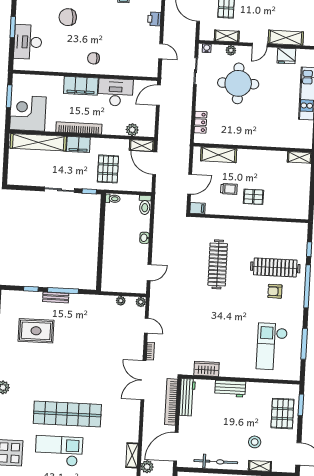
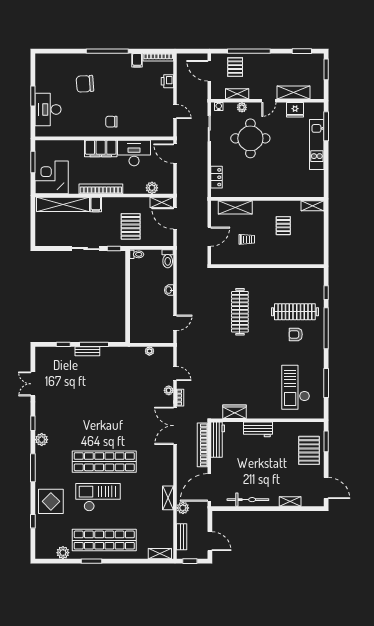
door: (158, 95) -> (175, 154), hinge flipped
filing cabinet: (78, 144) -> (96, 204), width x0.50
pallet: (253, 197) -> (283, 226), moved, turned 90
filing cabinet: (198, 208) -> (218, 259), removed
plant: (141, 302) -> (169, 390), moved
rug: (36, 331) -> (70, 384), removed
stool: (255, 442) -> (284, 479), removed

